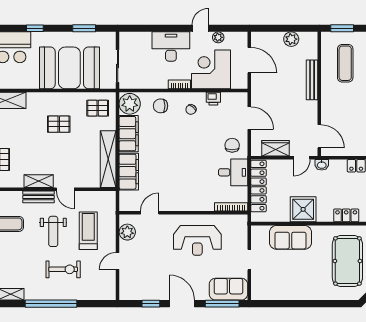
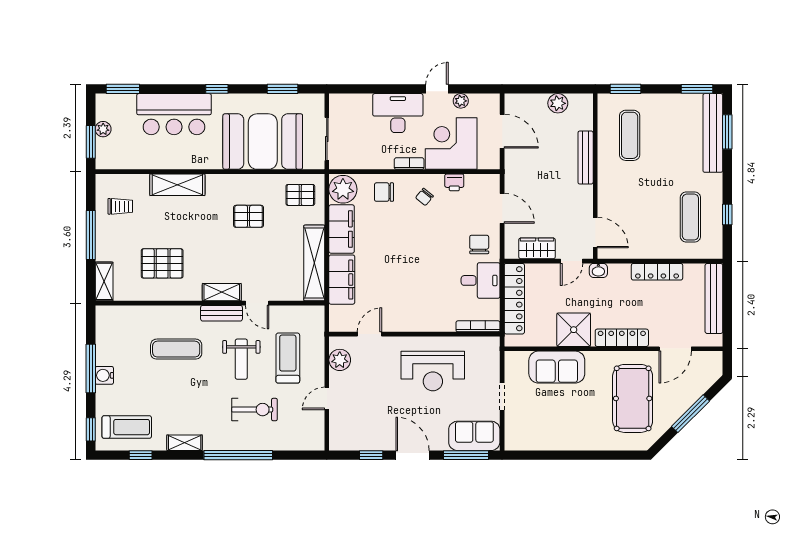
locker: (346, 215) -> (622, 338), width x1.53

